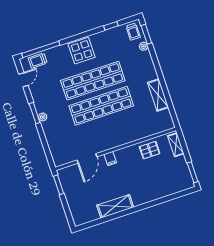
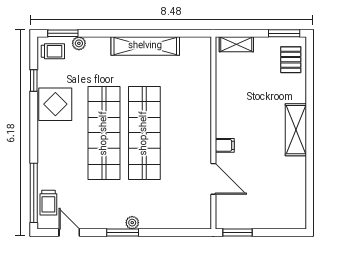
display table: (82, 51) -> (55, 104), moved
shelving: (158, 95) -> (145, 46), width x1.47
pallet: (150, 150) -> (291, 60), moved
shelving: (115, 206) -> (296, 130), moved

